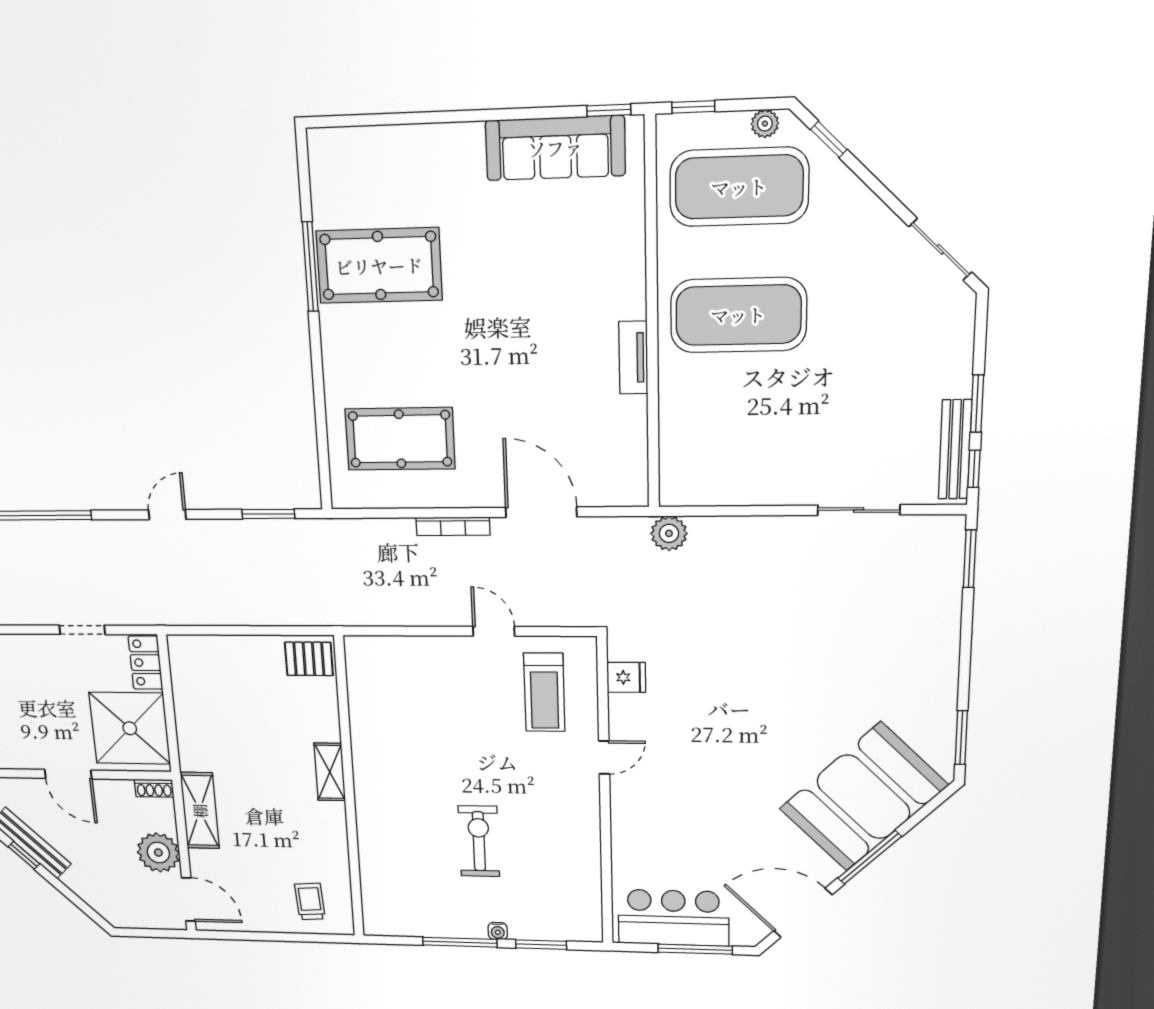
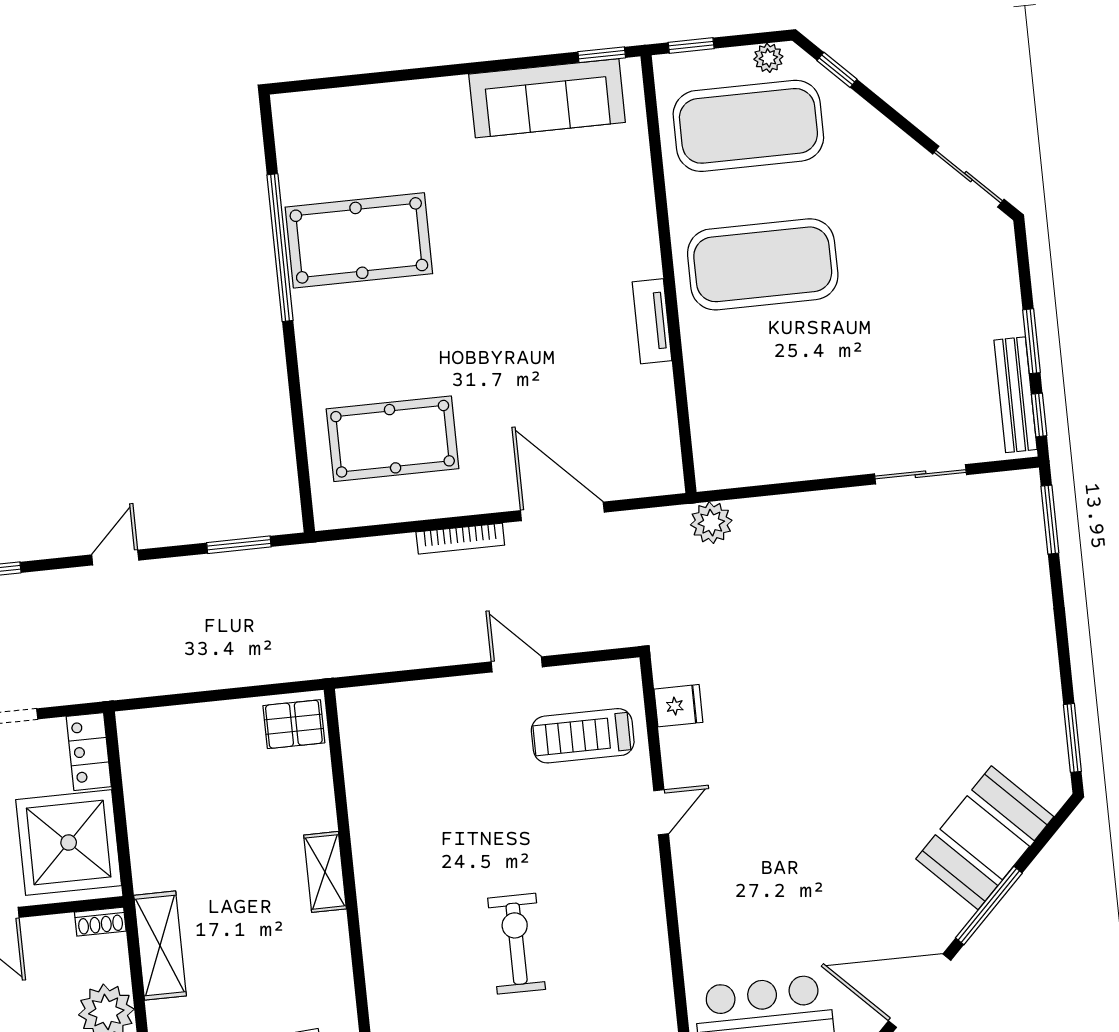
window: (310, 267) -> (280, 248), width x1.46
treadmill: (544, 692) -> (583, 736), turned 90
booth: (863, 797) -> (985, 838), width x0.73, depth x0.70

